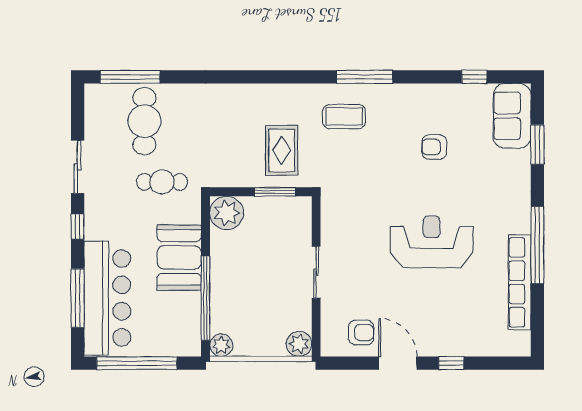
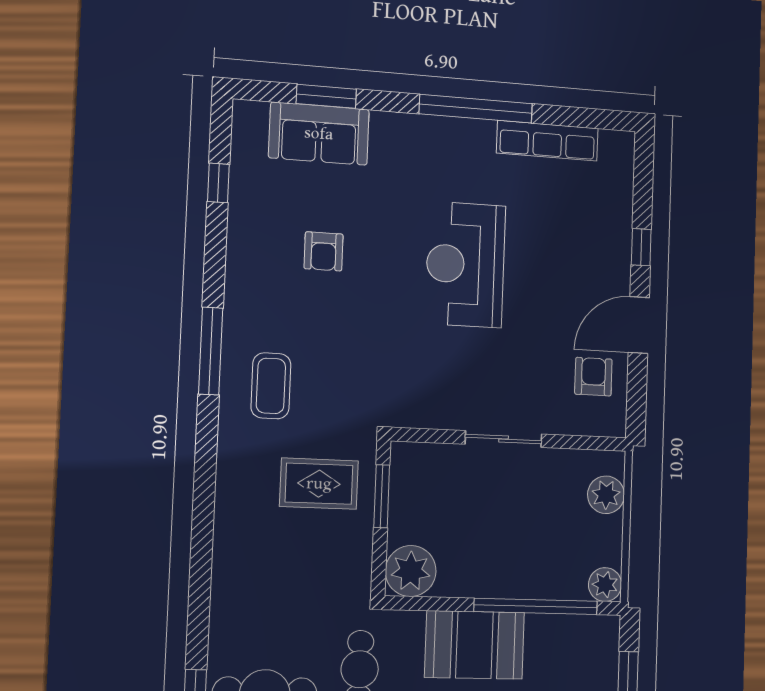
sofa: (512, 116) -> (319, 134), moved
row of seats: (520, 282) -> (547, 141), width x0.73
plant: (299, 344) -> (606, 495), moved

